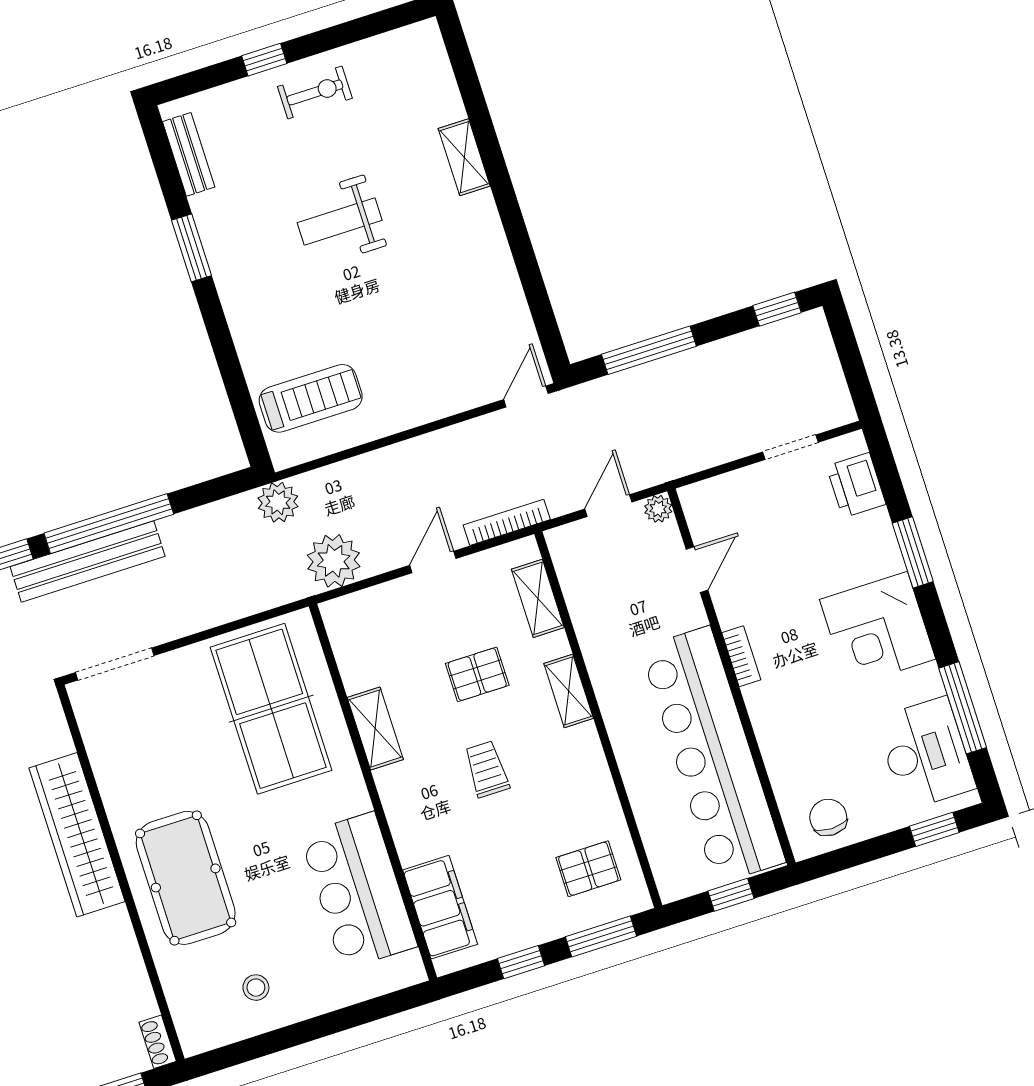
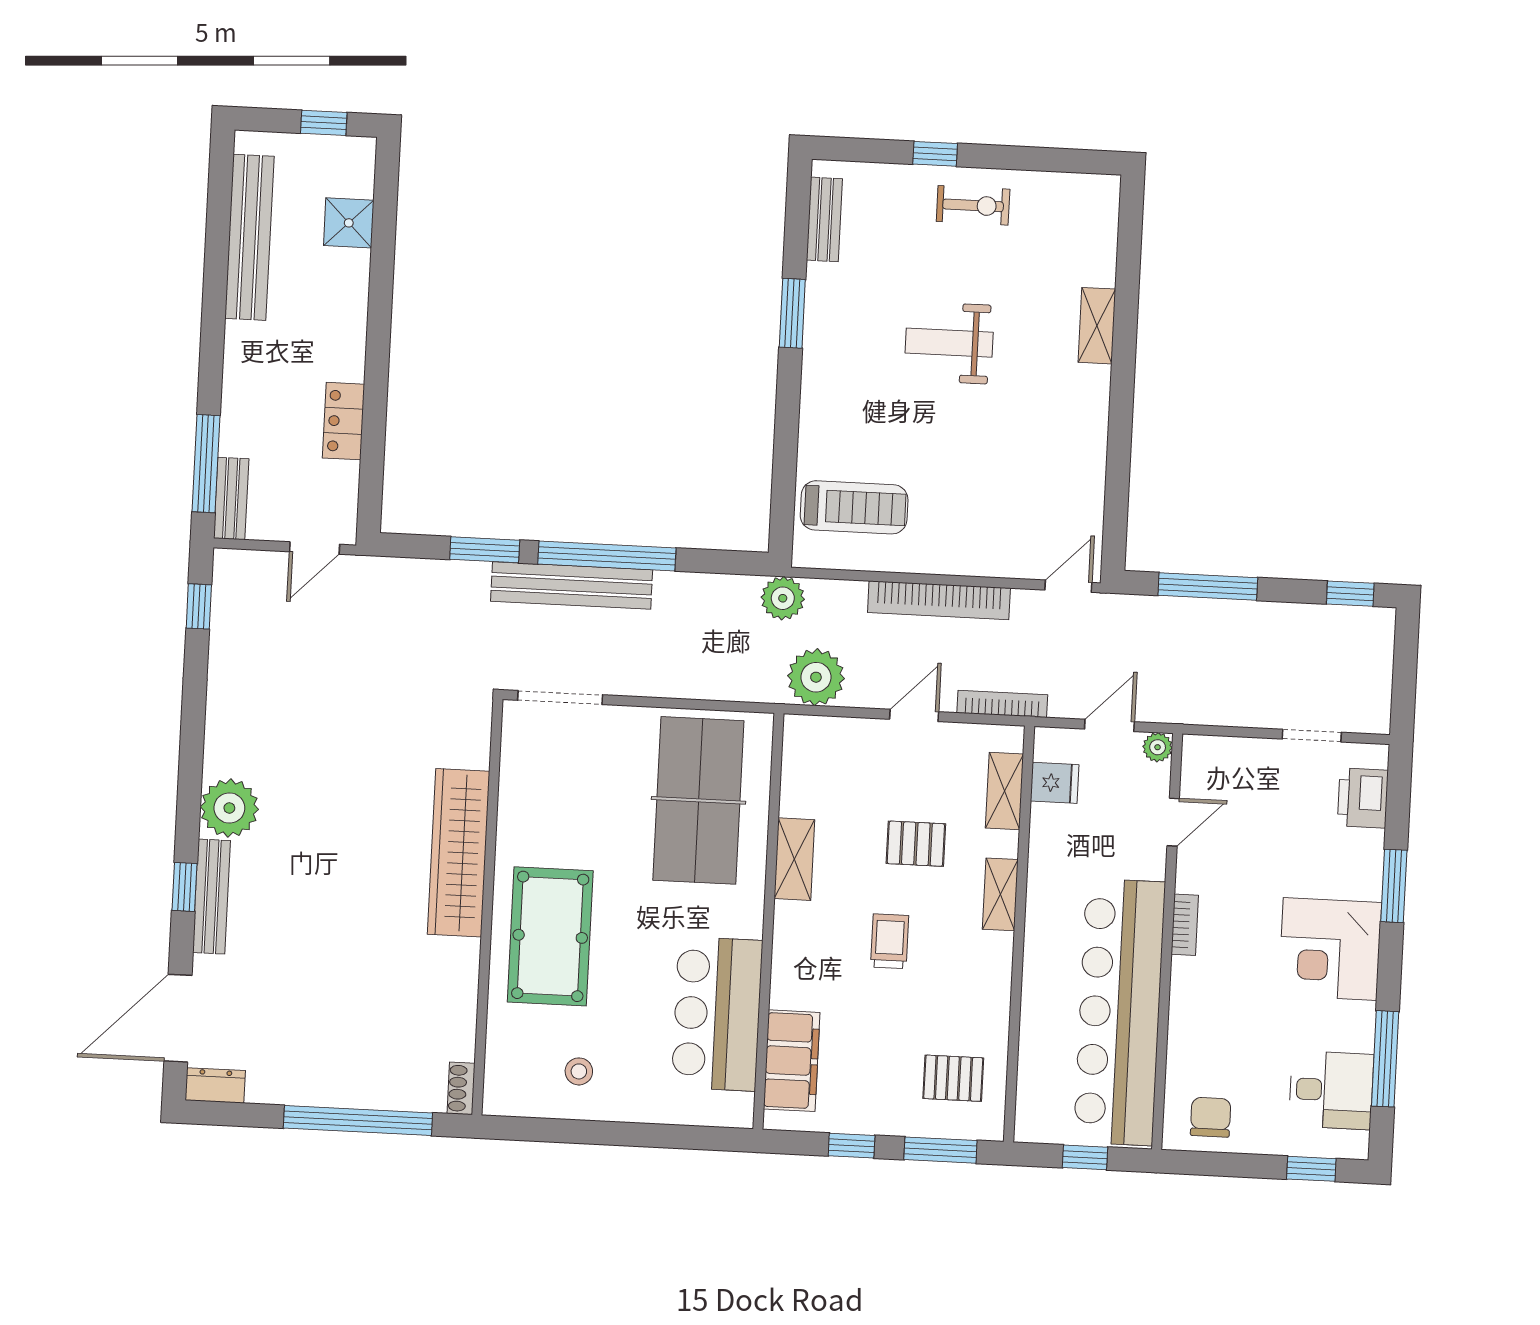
bookcase: (416, 452) -> (939, 600), added
fridge: (579, 575) -> (1055, 783), added
desk: (926, 753) -> (1331, 1090), width x0.73

